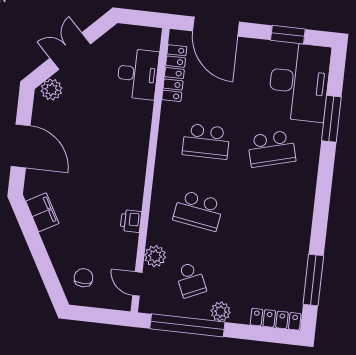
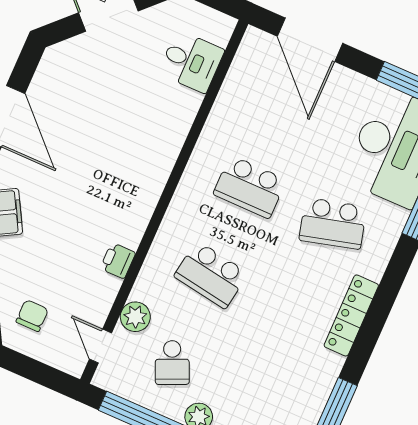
locker: (174, 73) -> (351, 315), moved, turned 180
desk: (138, 74) -> (191, 62), width x0.73
plant: (51, 89) -> (68, 55), removed

